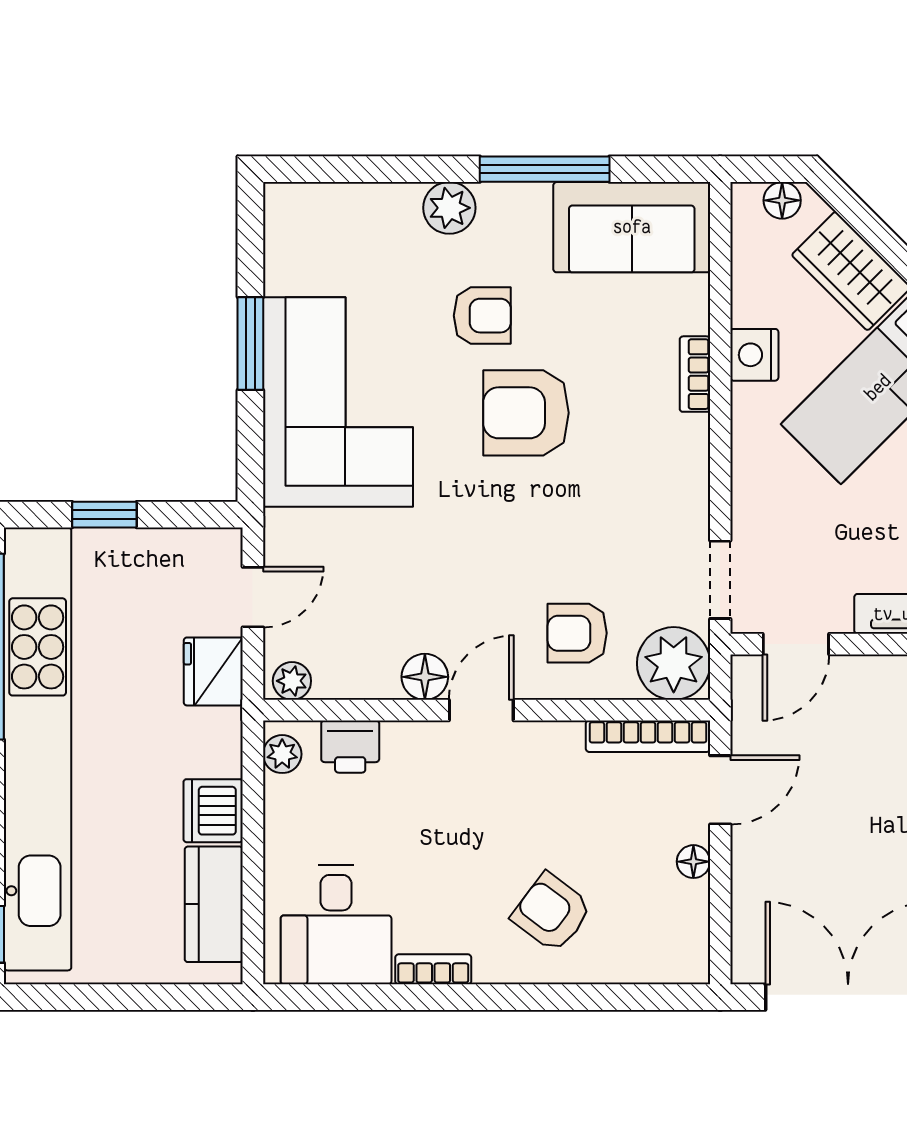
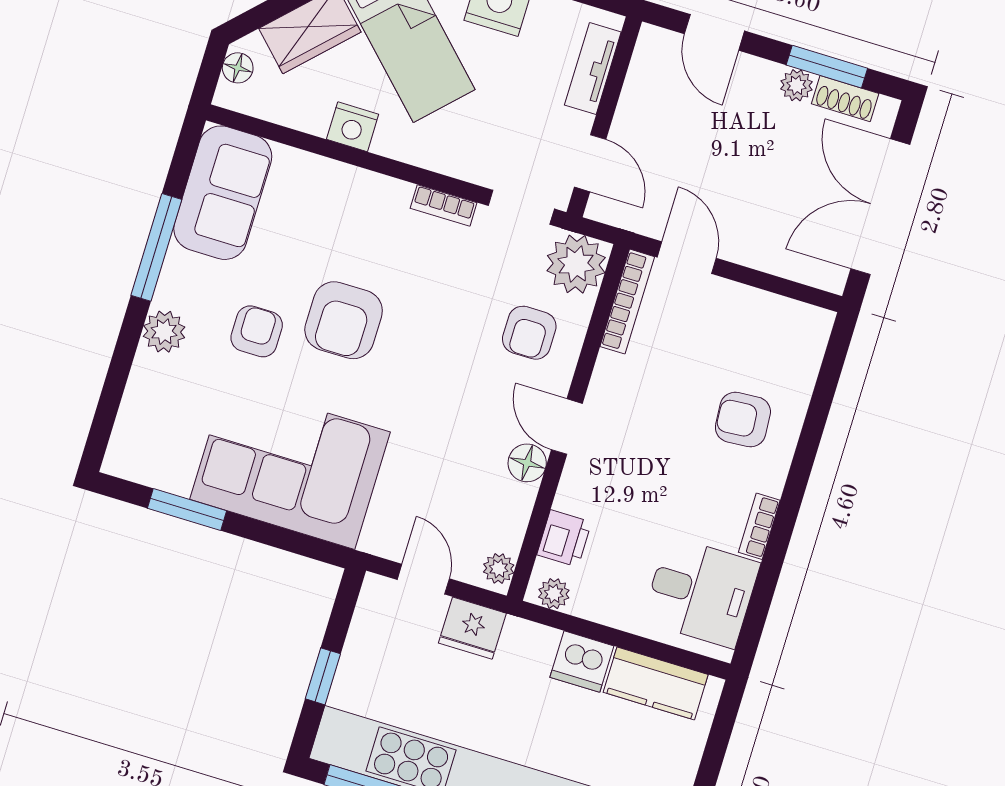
window: (250, 344) -> (187, 510), moved
bookcase: (695, 374) -> (444, 205), moved
floor lamp: (693, 862) -> (737, 296), removed
armchair: (552, 913) -> (743, 420), turned 49

